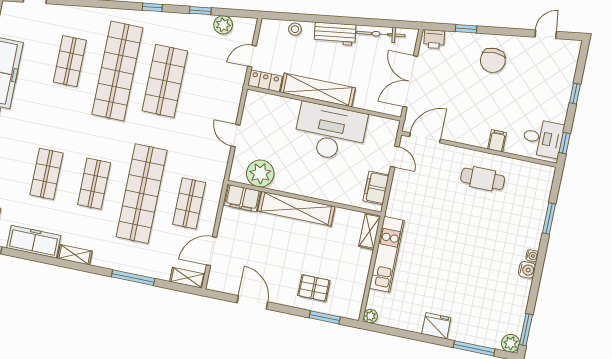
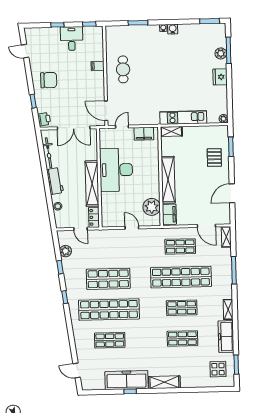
door: (235, 136) -> (132, 228), swing flipped
desk: (543, 138) -> (72, 39), moved
plant: (511, 343) -> (221, 53), moved

